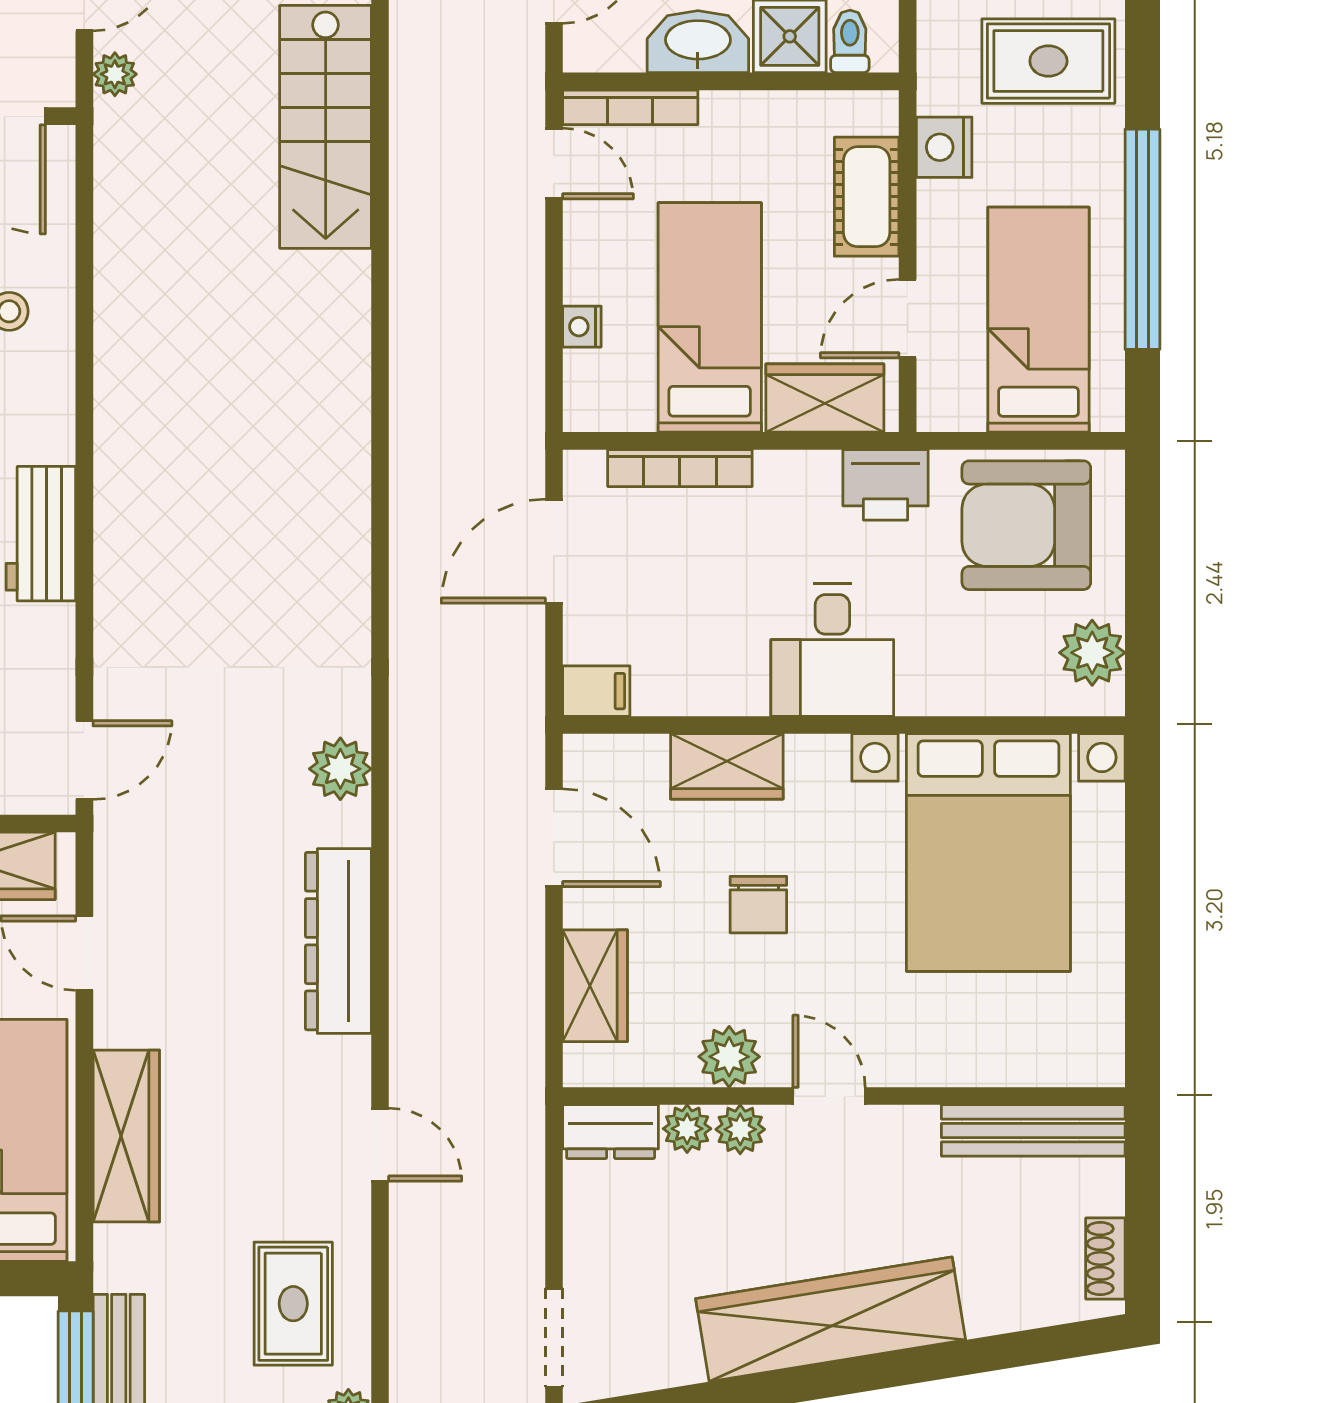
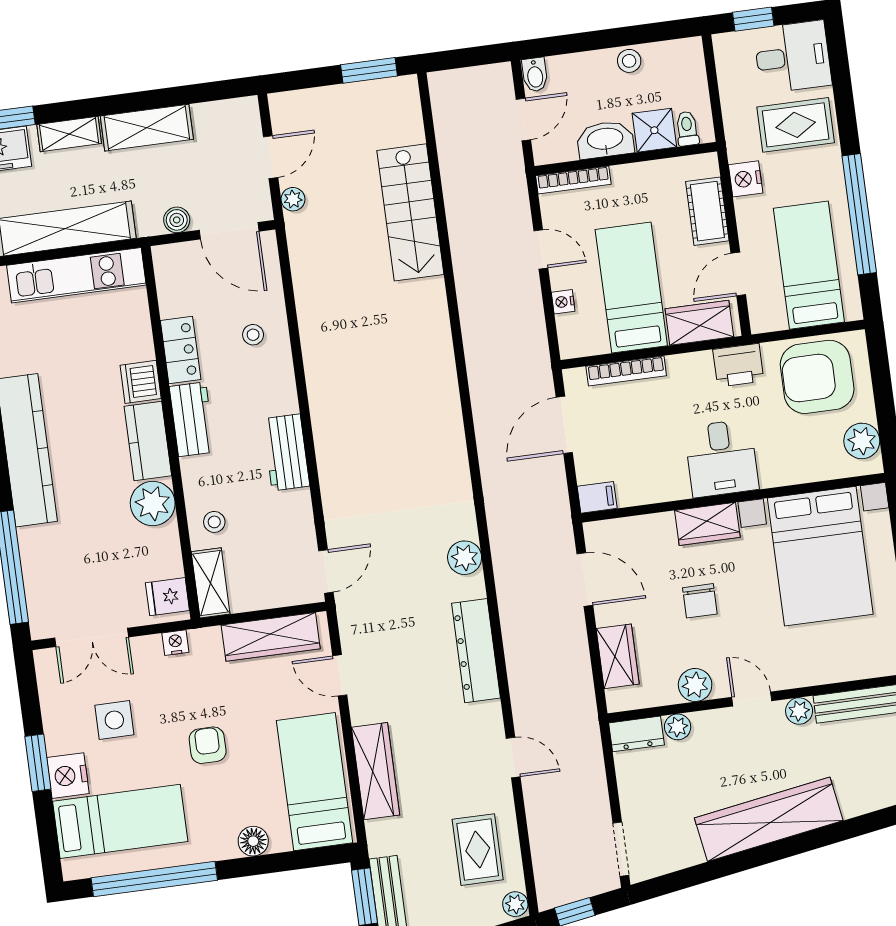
door: (554, 164) -> (541, 249), moved
wardrobe: (727, 766) -> (707, 524), moved
plant: (740, 1129) -> (799, 711), moved

